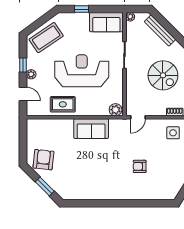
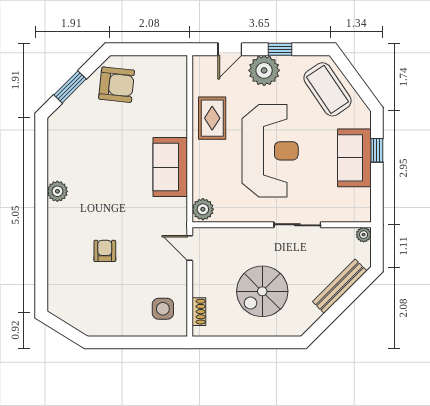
sofa: (106, 22) -> (354, 158), moved
plant: (31, 74) -> (264, 70), width x1.88, depth x1.88
plant: (105, 194) -> (57, 191), added

